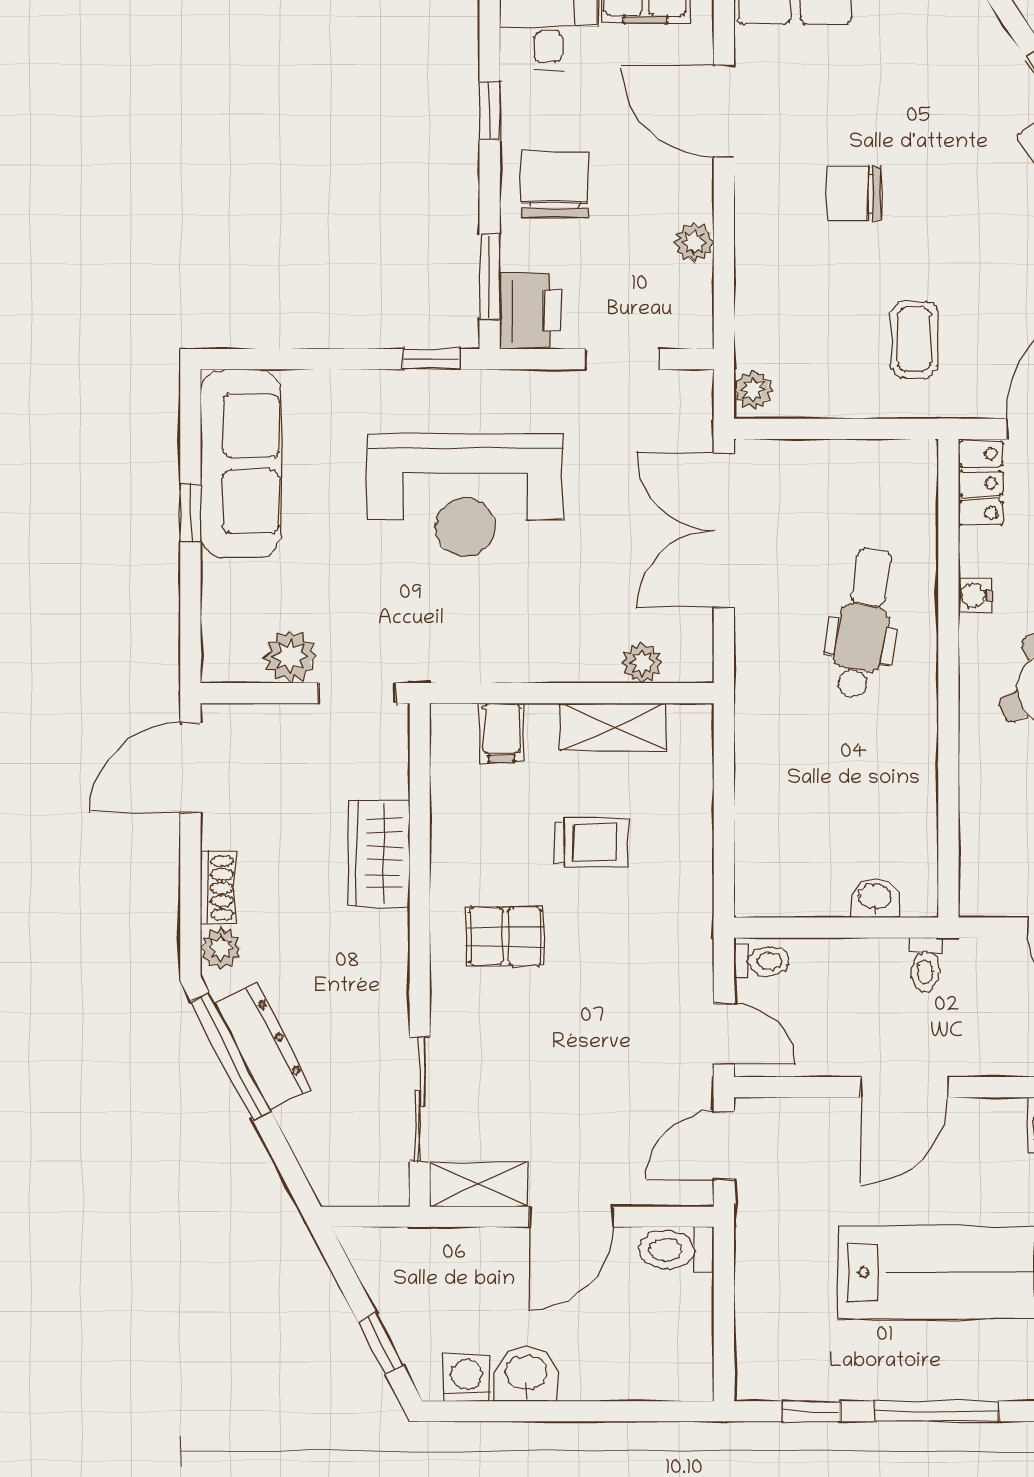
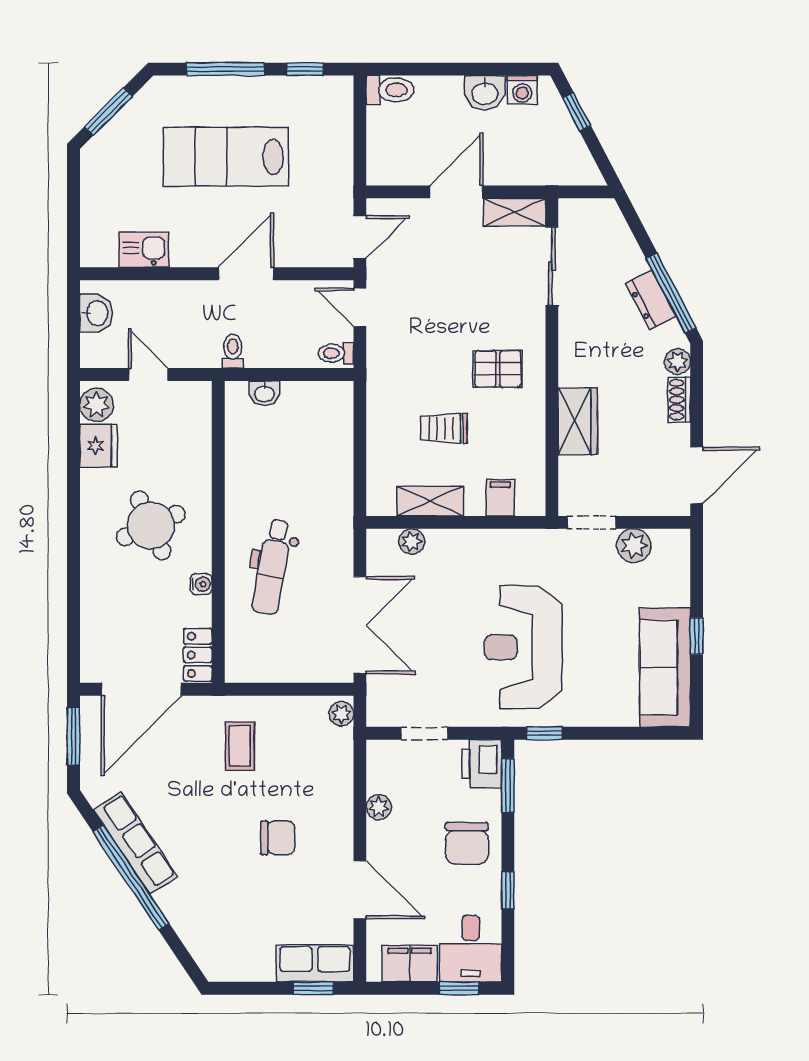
reception desk: (465, 495) -> (523, 647), turned -90
dresser: (263, 1046) -> (651, 300), width x0.70
toilet: (676, 1250) -> (390, 90), moved

